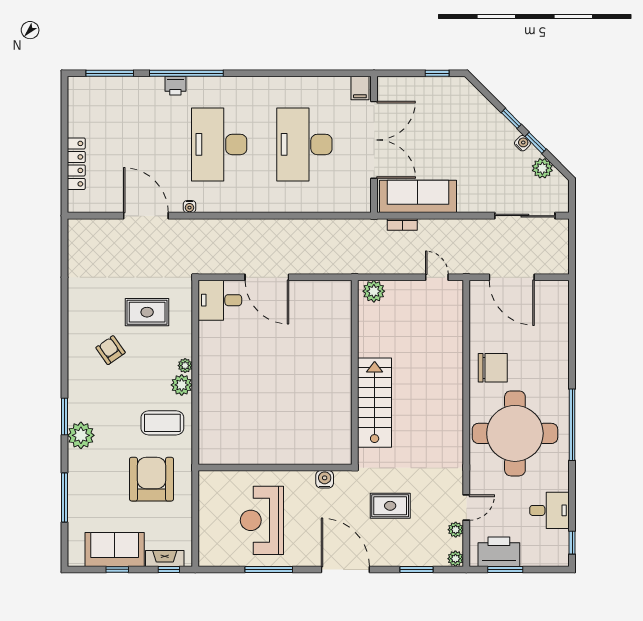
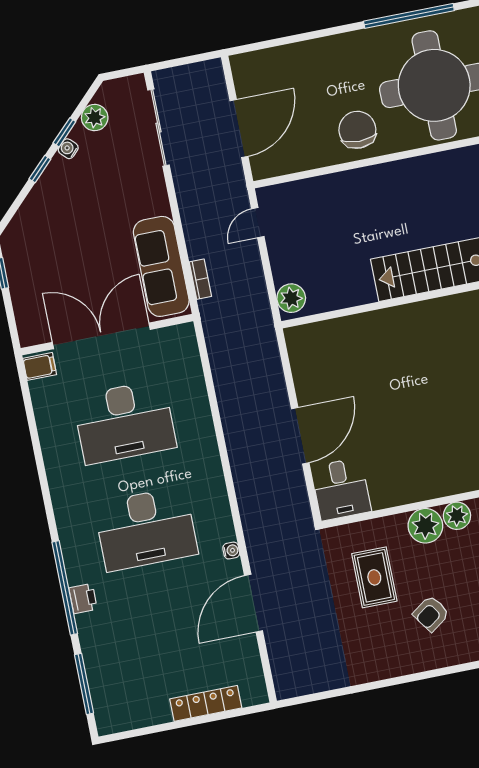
plant: (185, 366) -> (425, 526), width x1.88, depth x1.88

